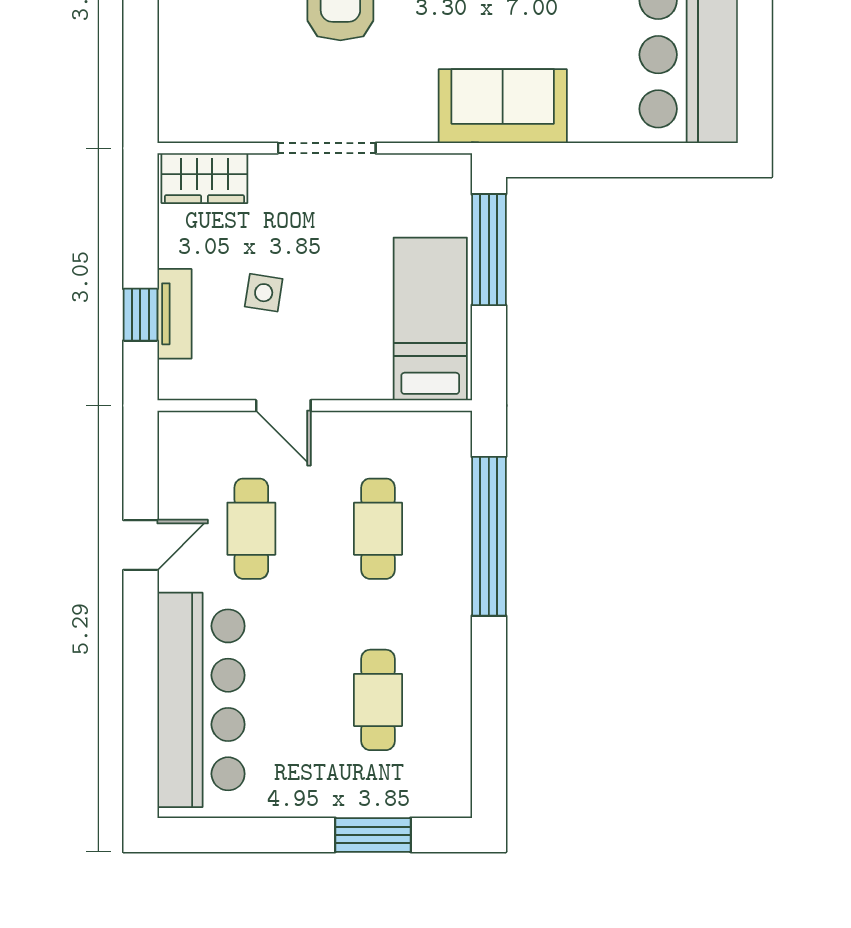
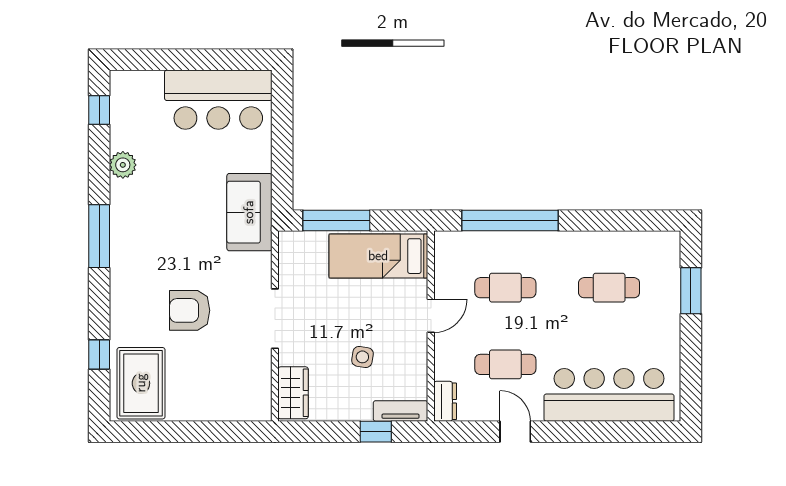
tv unit: (174, 314) -> (401, 411), moved
door: (283, 406) -> (431, 316), moved
dresser: (190, 429) -> (445, 401), added

